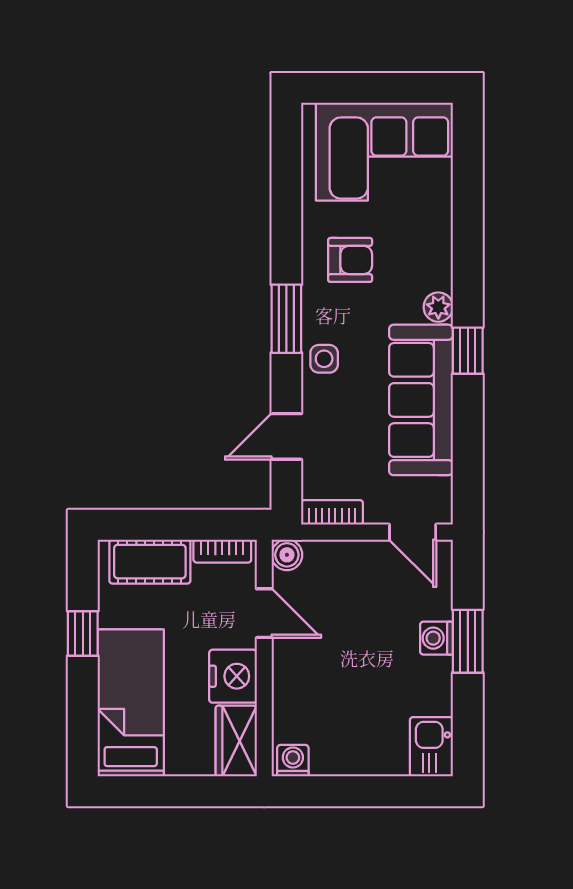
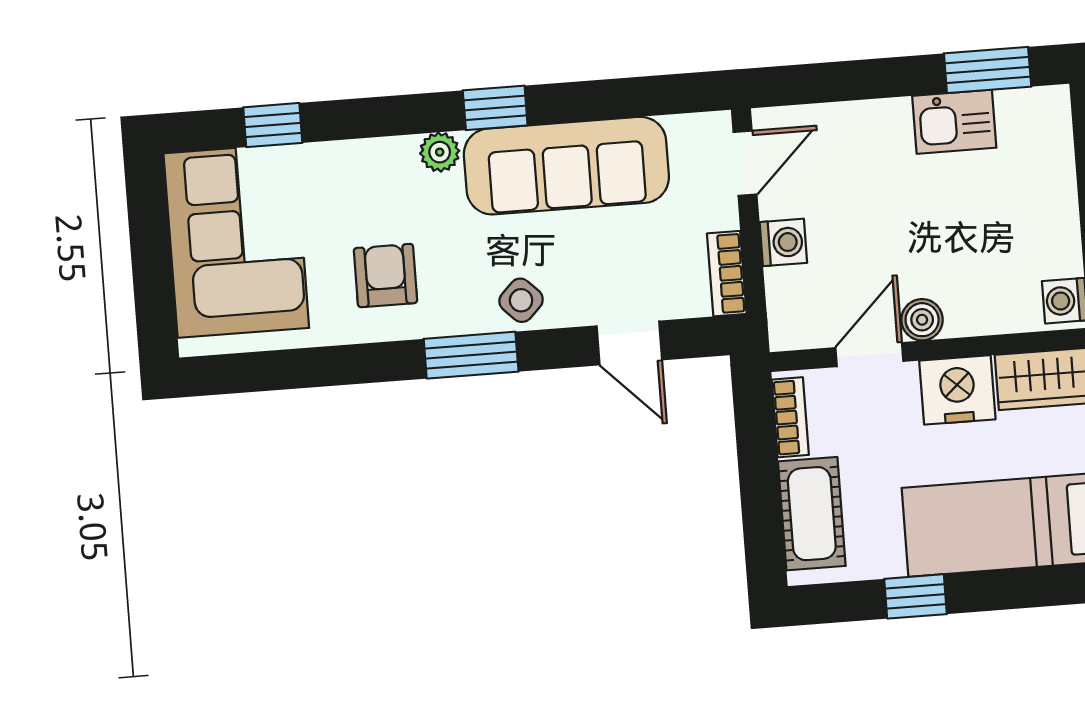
window: (468, 185) -> (273, 125), added
side table: (324, 359) -> (521, 300), turned 45
boiler: (287, 555) -> (922, 320), moved
washing machine: (437, 638) -> (783, 242), moved, turned -90
window: (468, 641) -> (988, 70), moved
kitchen sink: (431, 747) -> (954, 122), moved

